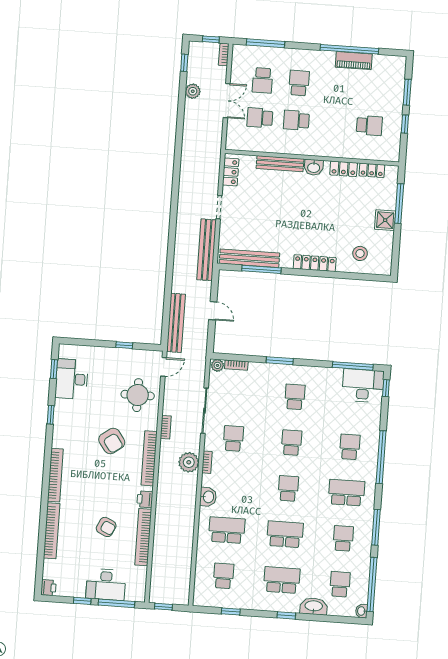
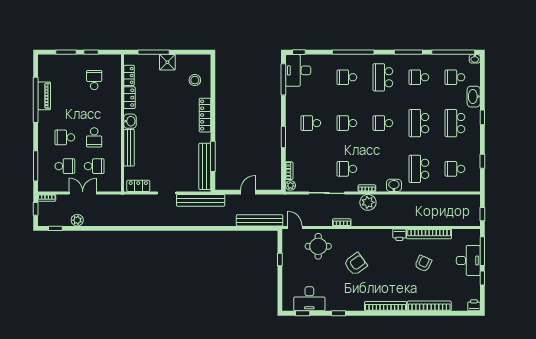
school desk: (260, 118) -> (94, 166), turned -90
bookcase: (149, 458) -> (367, 234), removed

